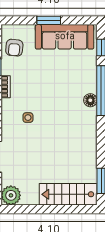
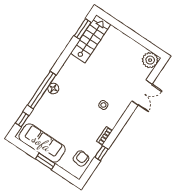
stairs: (68, 194) -> (91, 39), moved, turned -90

